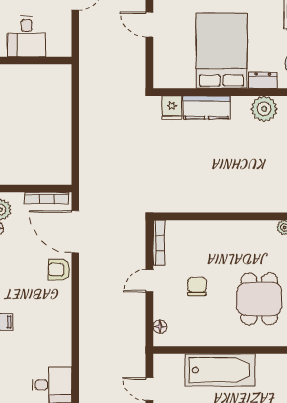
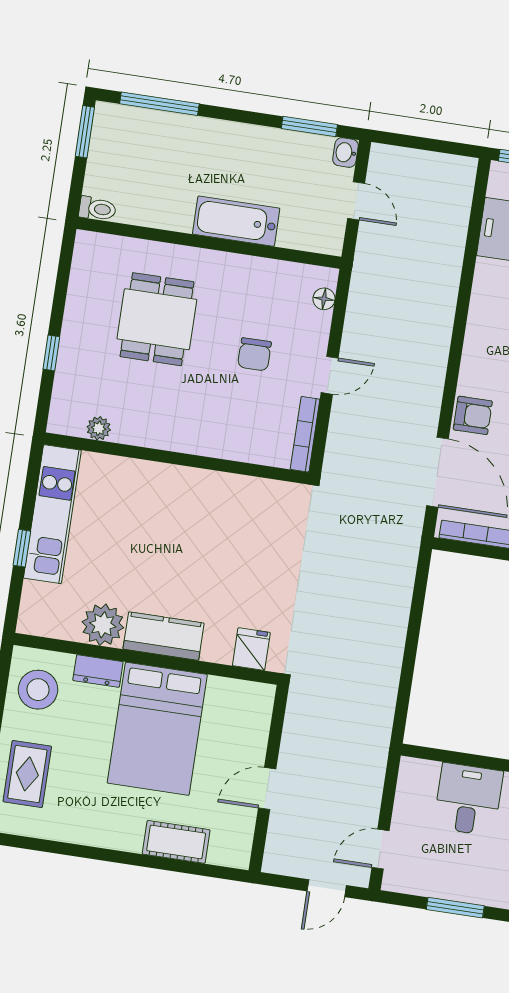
door: (149, 25) -> (267, 789), swing flipped
kitchen counter: (207, 107) -> (164, 636), moved
bathtub: (220, 370) -> (236, 221), width x0.73, depth x0.73

